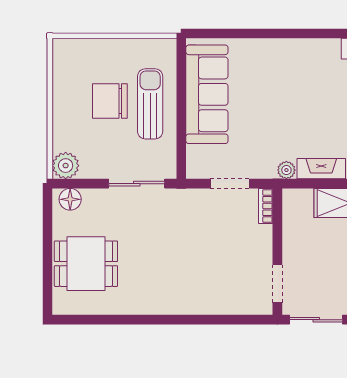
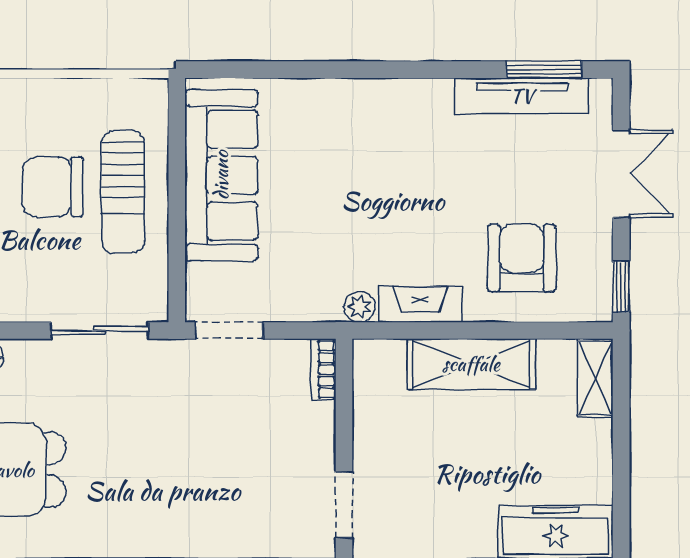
sun lounger: (150, 104) -> (123, 192), turned 180
doorway: (230, 184) -> (229, 331), moved

